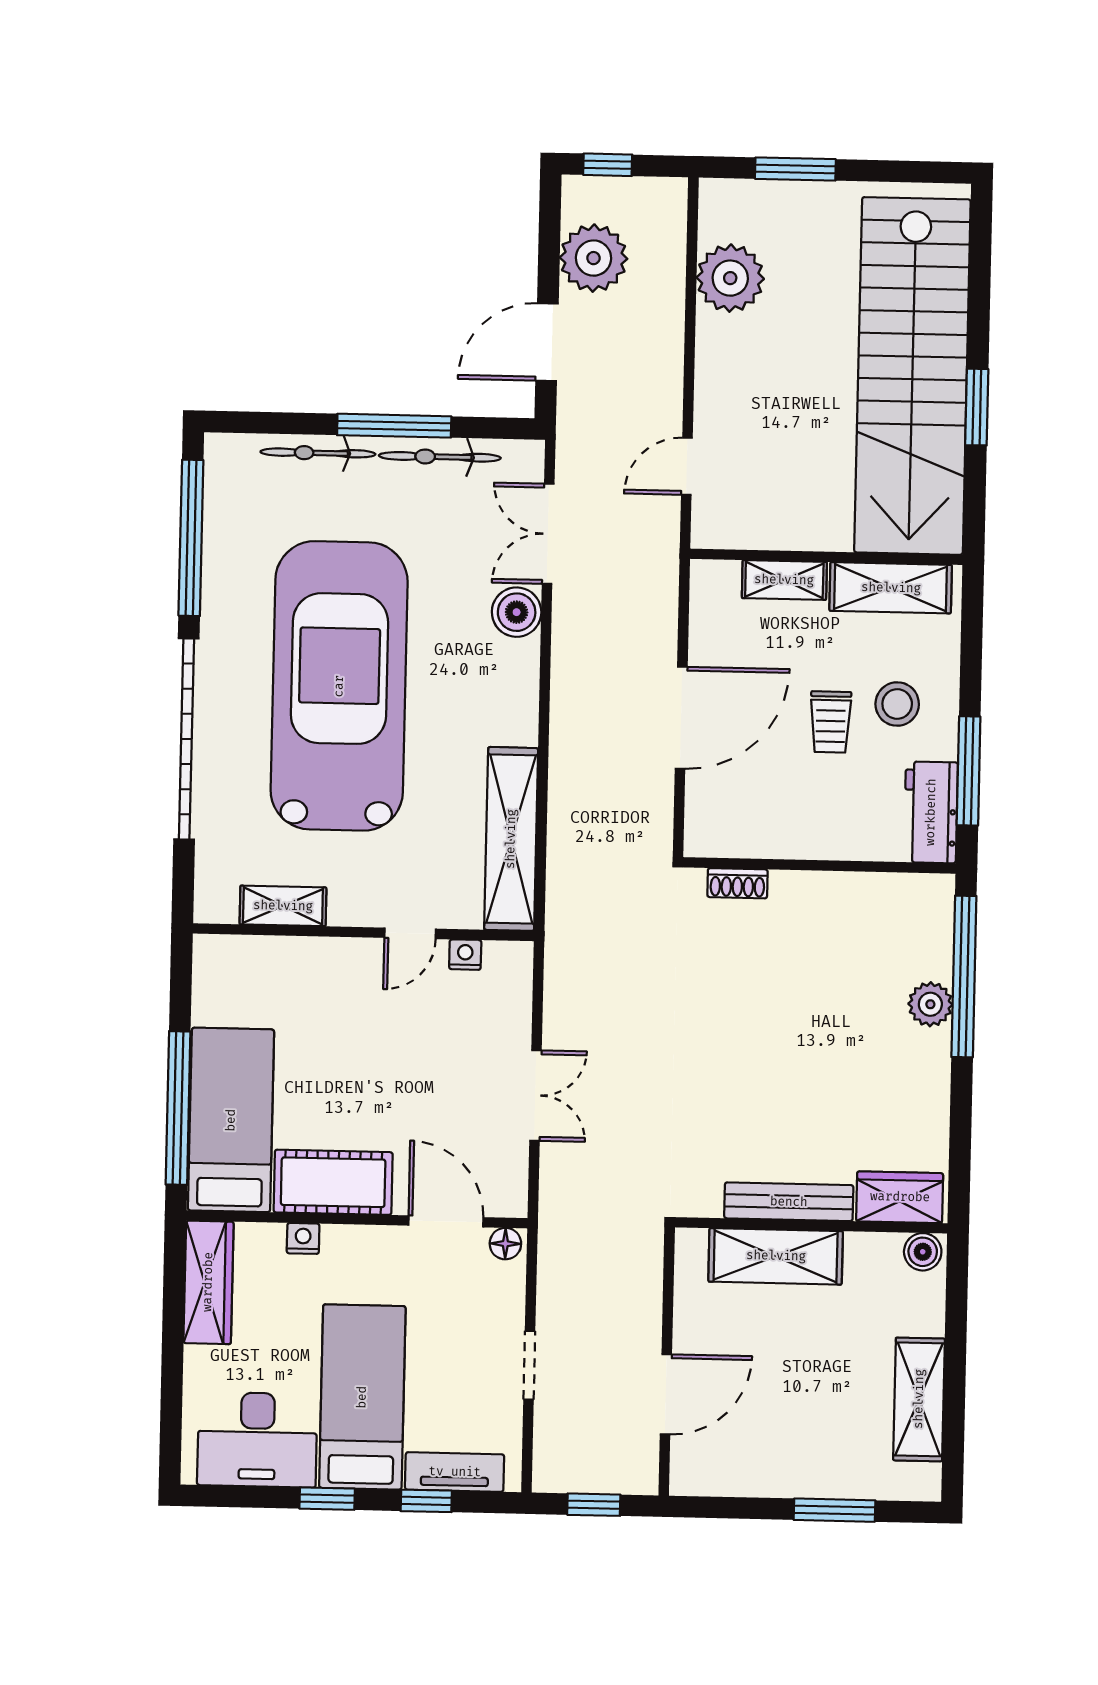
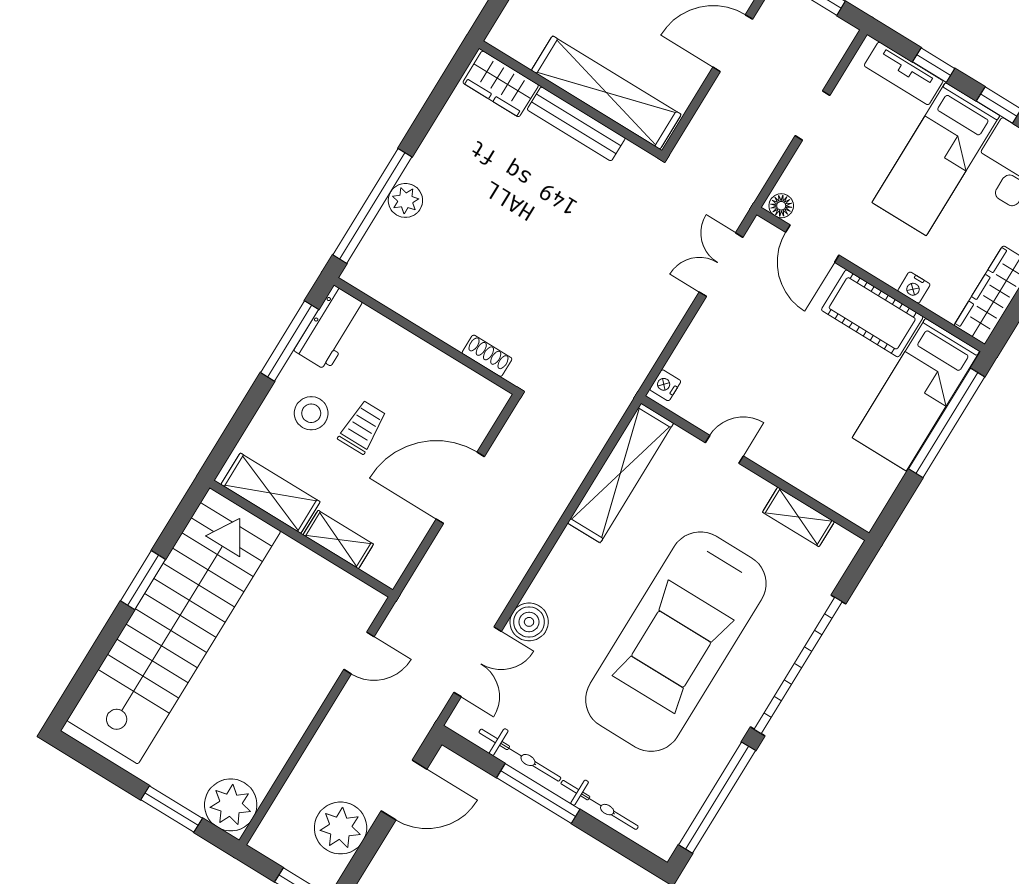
plant: (730, 278) -> (231, 805), moved
nightstand: (465, 955) -> (665, 385), moved, turned 90
double door: (535, 1096) -> (721, 265), moved
boiler: (923, 1252) -> (506, 39), removed
shelving: (776, 1256) -> (606, 93), width x1.47

